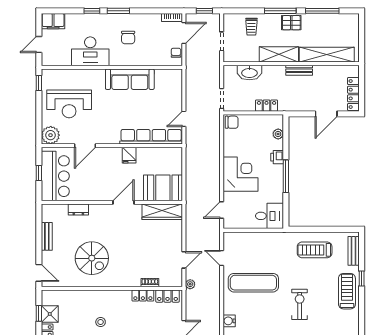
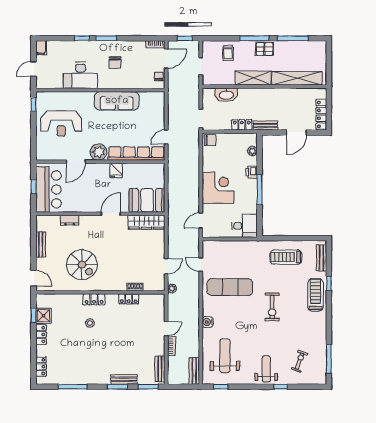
filing cabinet: (53, 21) -> (41, 48), width x0.50
bench: (299, 70) -> (265, 126), moved
plant: (51, 135) -> (98, 152), moved
locker: (168, 296) -> (94, 299), moved
exercise bike: (300, 304) -> (272, 307), turned 180

